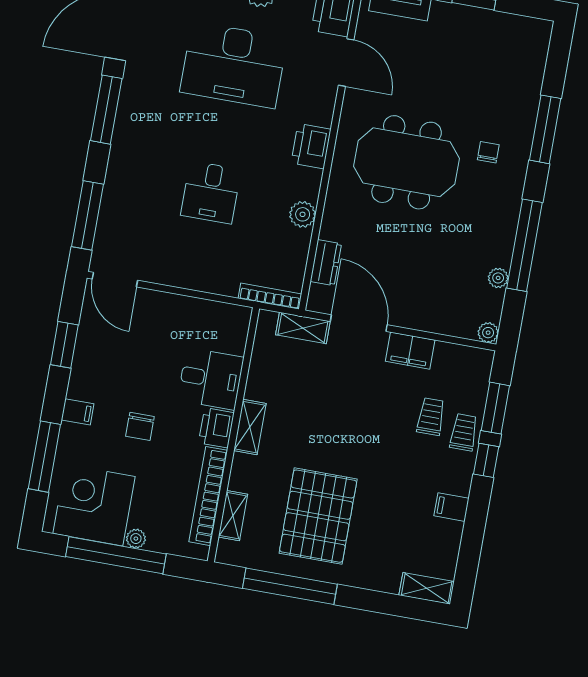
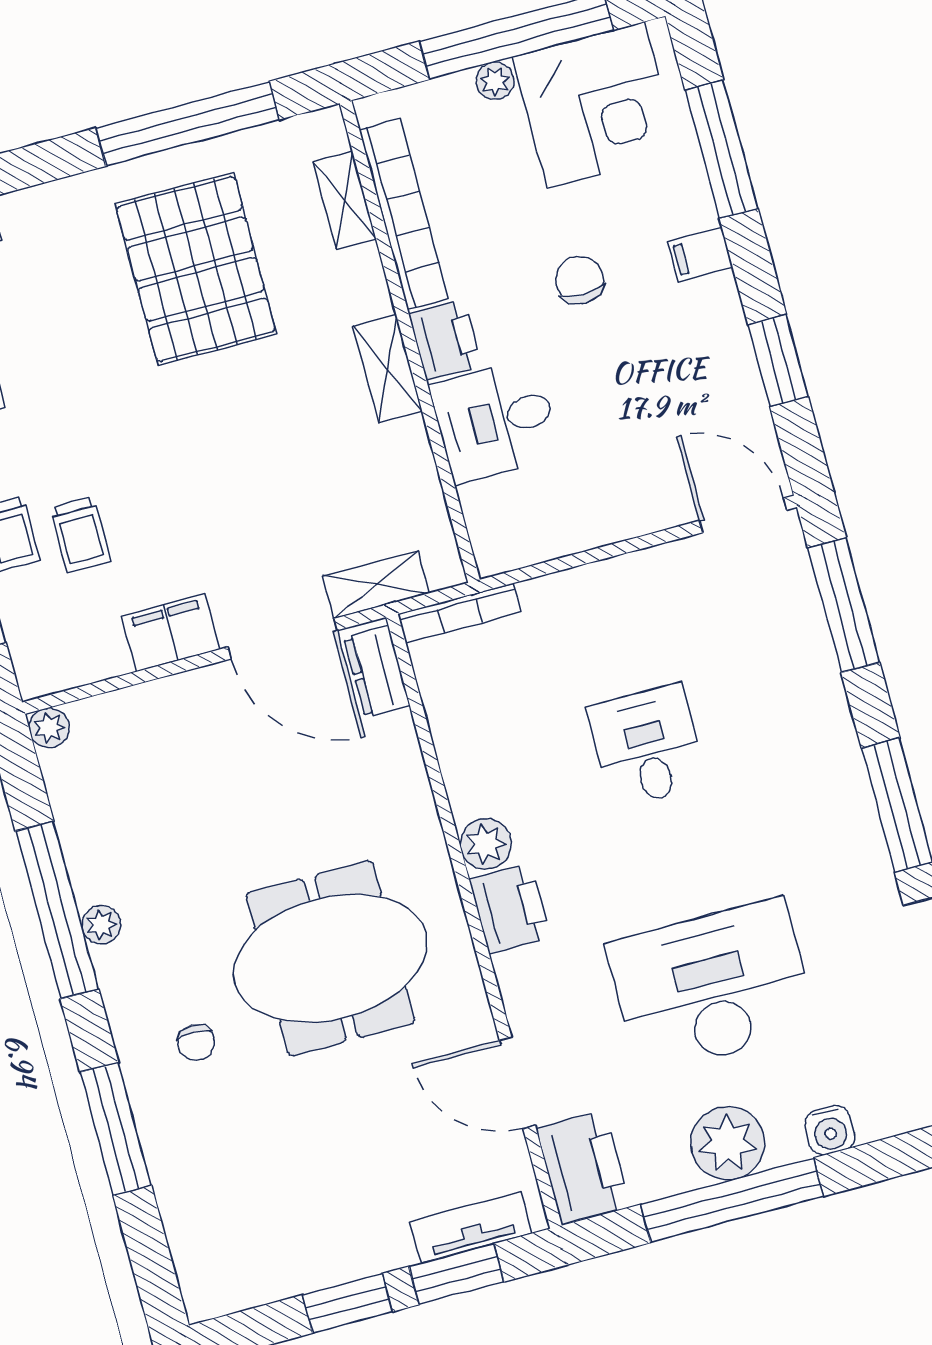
plant: (303, 214) -> (486, 844), moved
dresser: (326, 263) -> (377, 672), moved
plant: (498, 278) -> (101, 925), moved

